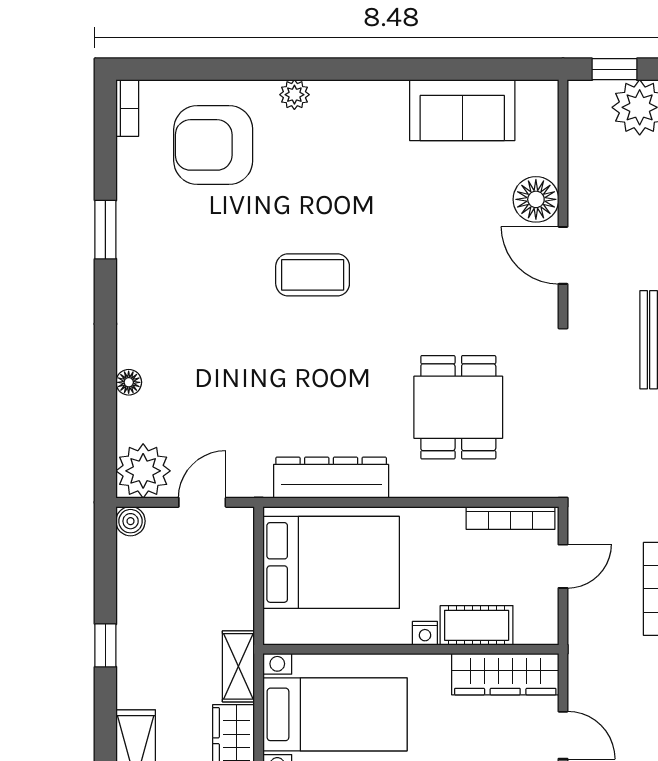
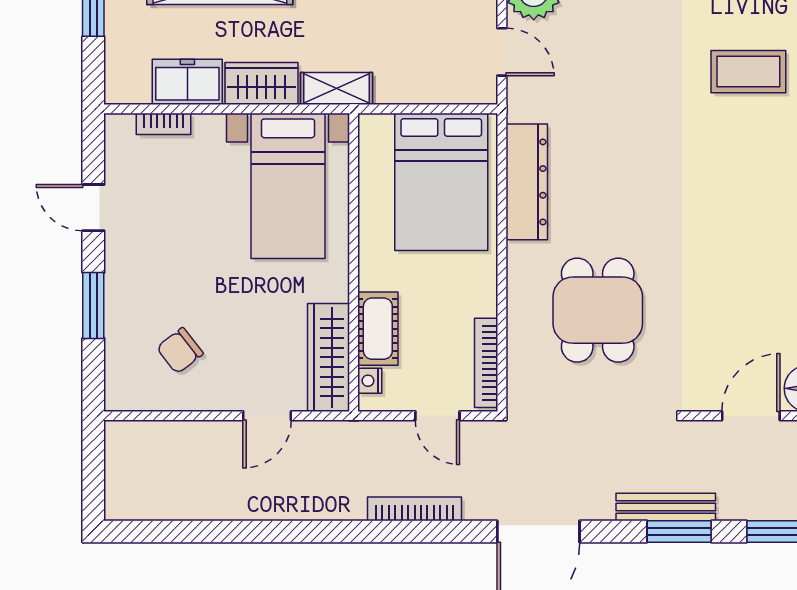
coffee table: (313, 275) -> (748, 72), moved, turned 90
dining table: (458, 407) -> (598, 310), turned 90
nightstand: (425, 633) -> (370, 381), moved

